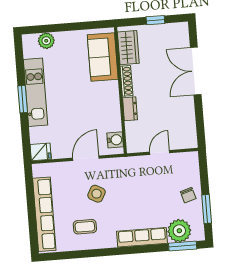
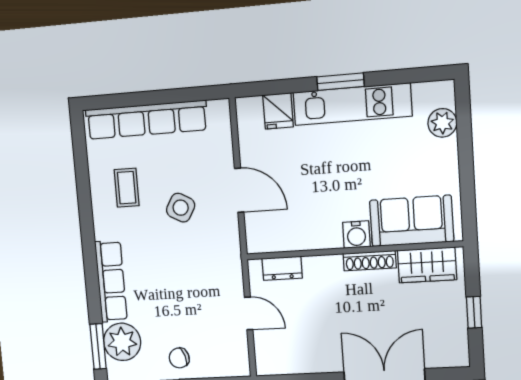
dresser: (130, 109) -> (282, 268), moved
water cooler: (115, 140) -> (356, 235), moved
fridge: (41, 152) -> (278, 111), moved

